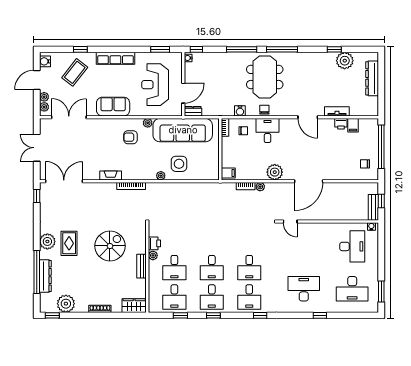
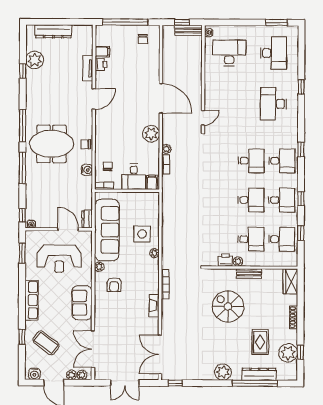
desk: (268, 131) -> (134, 177), moved, turned -90
rug: (69, 243) -> (260, 342), moved, turned 90
window: (52, 315) -> (300, 352), moved

